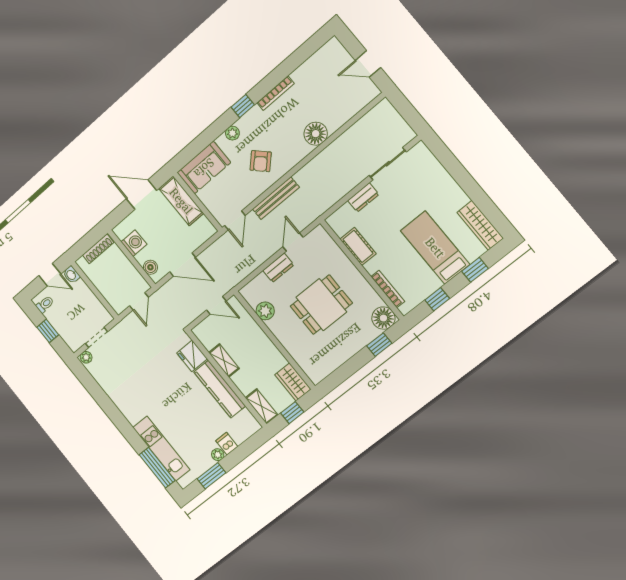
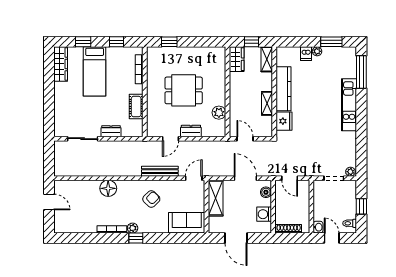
plant: (232, 133) -> (133, 228), moved
shelving: (181, 201) -> (216, 198), moved
door: (139, 301) -> (290, 178), swing flipped
floor lamp: (383, 318) -> (155, 55), removed
kitchen unit: (161, 449) -> (349, 105), moved

